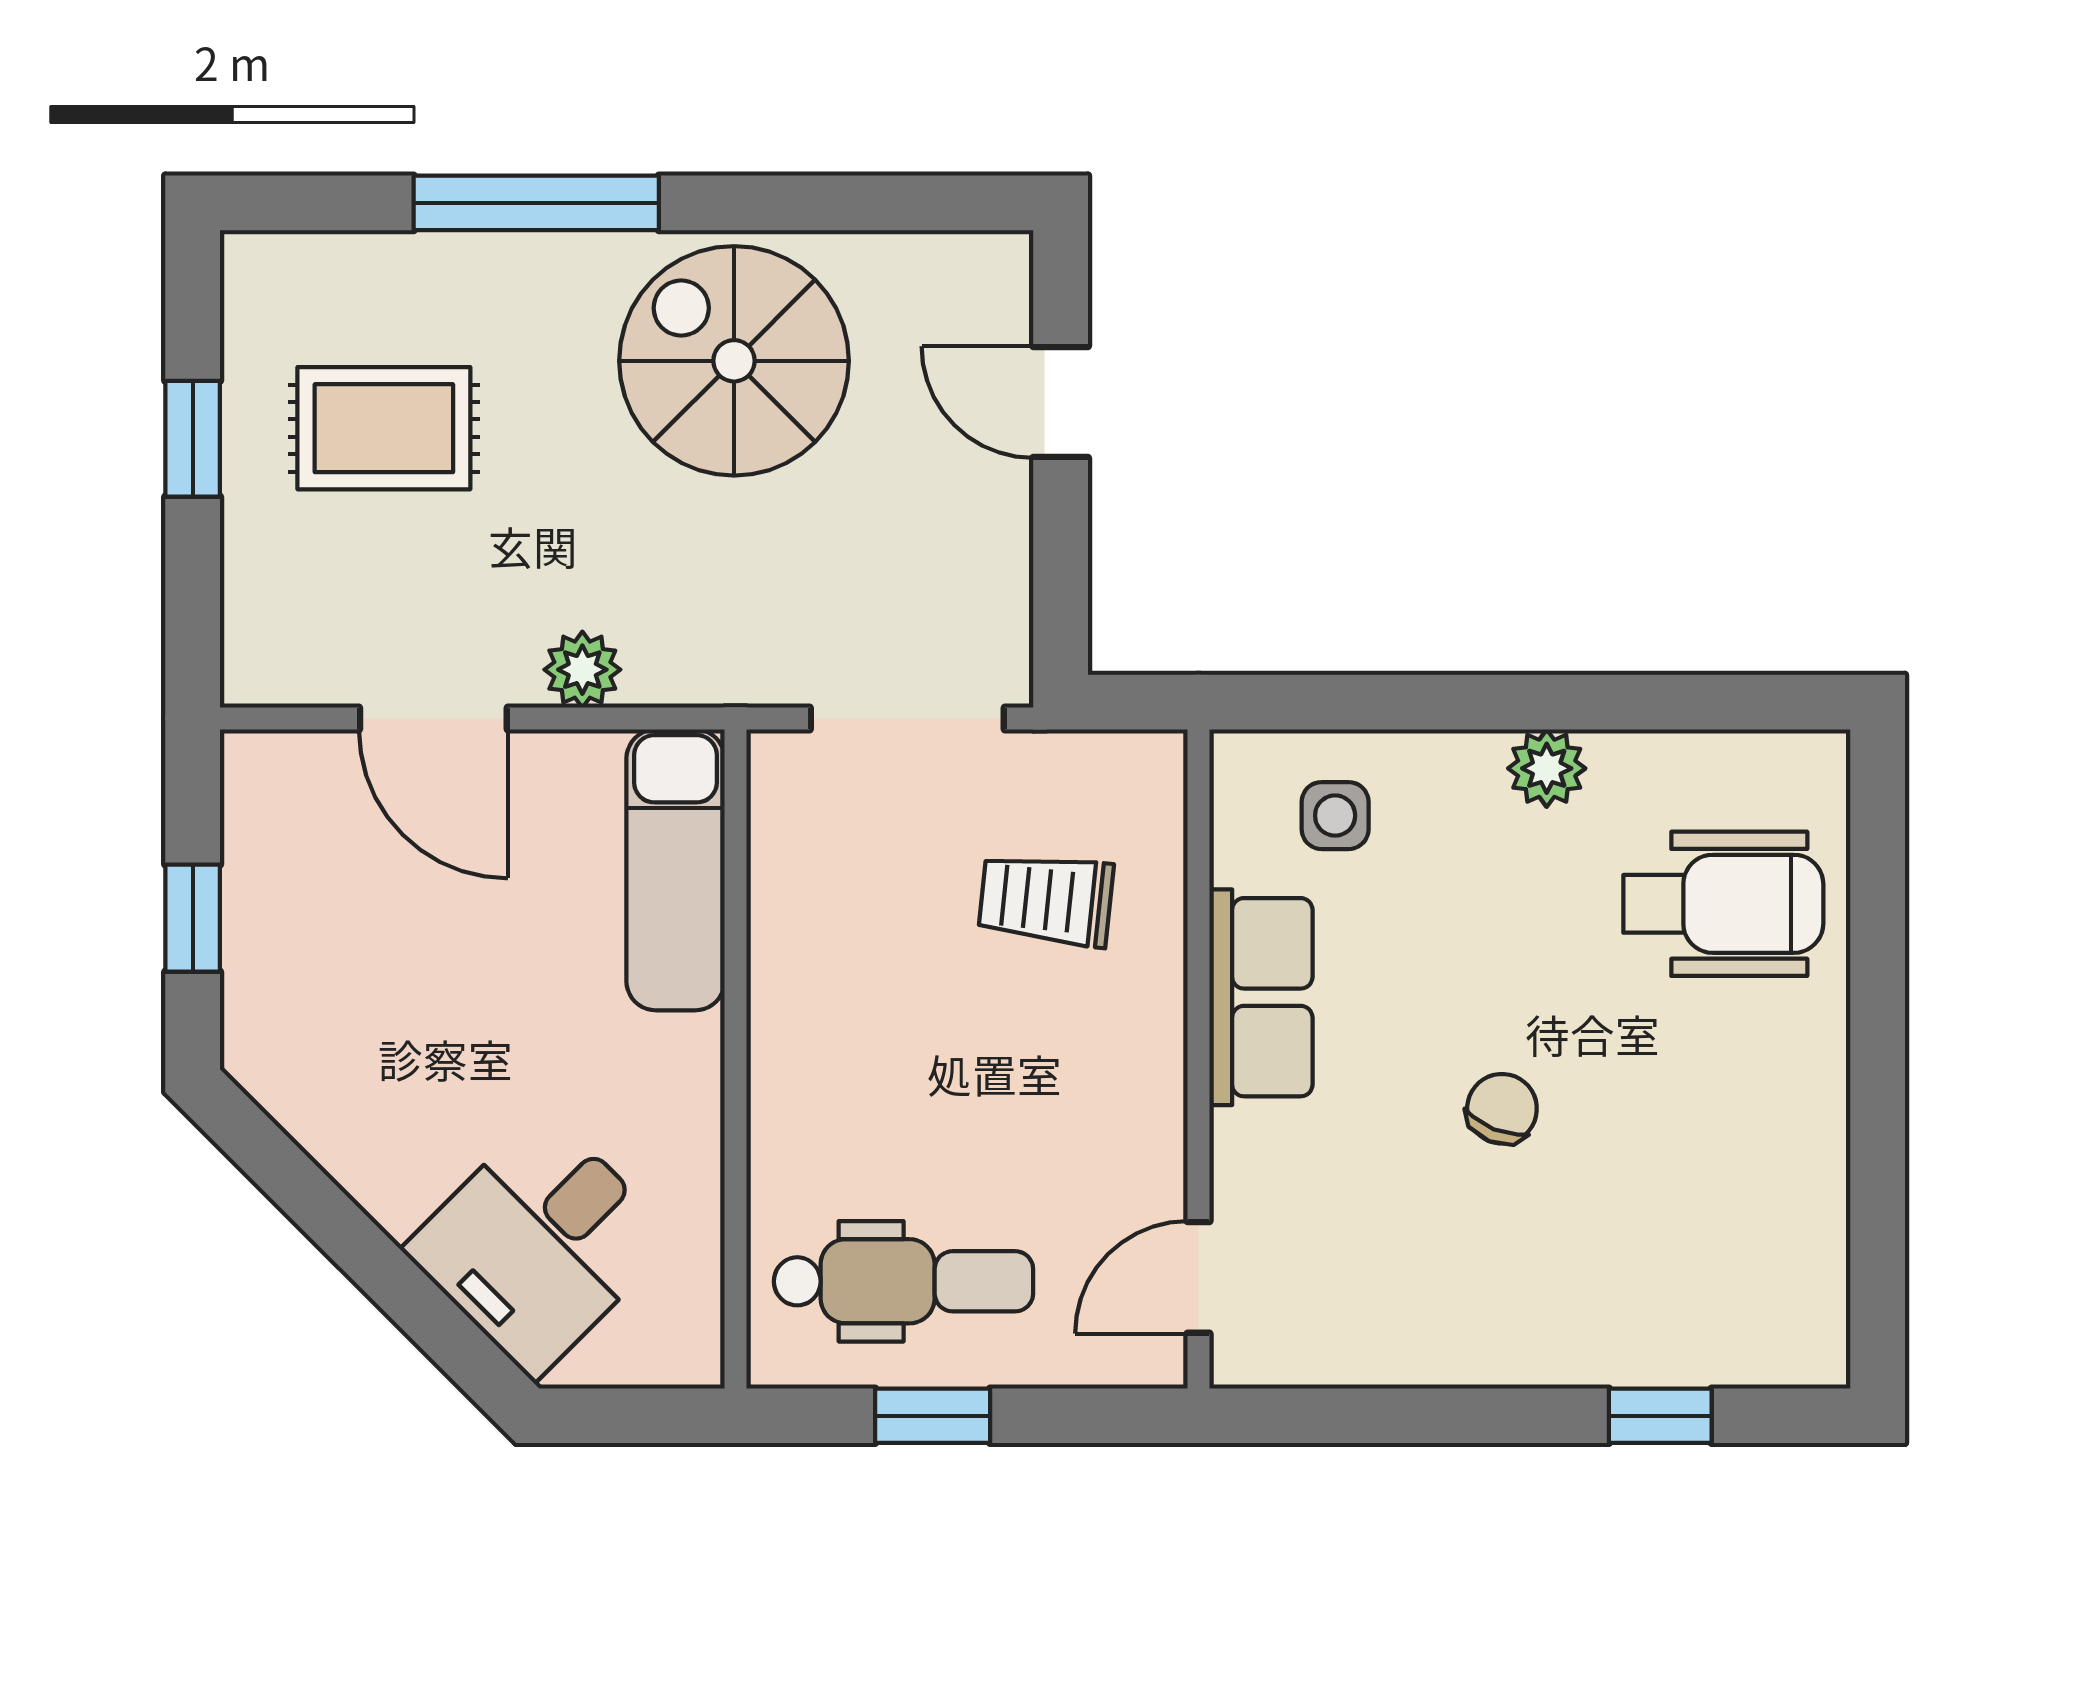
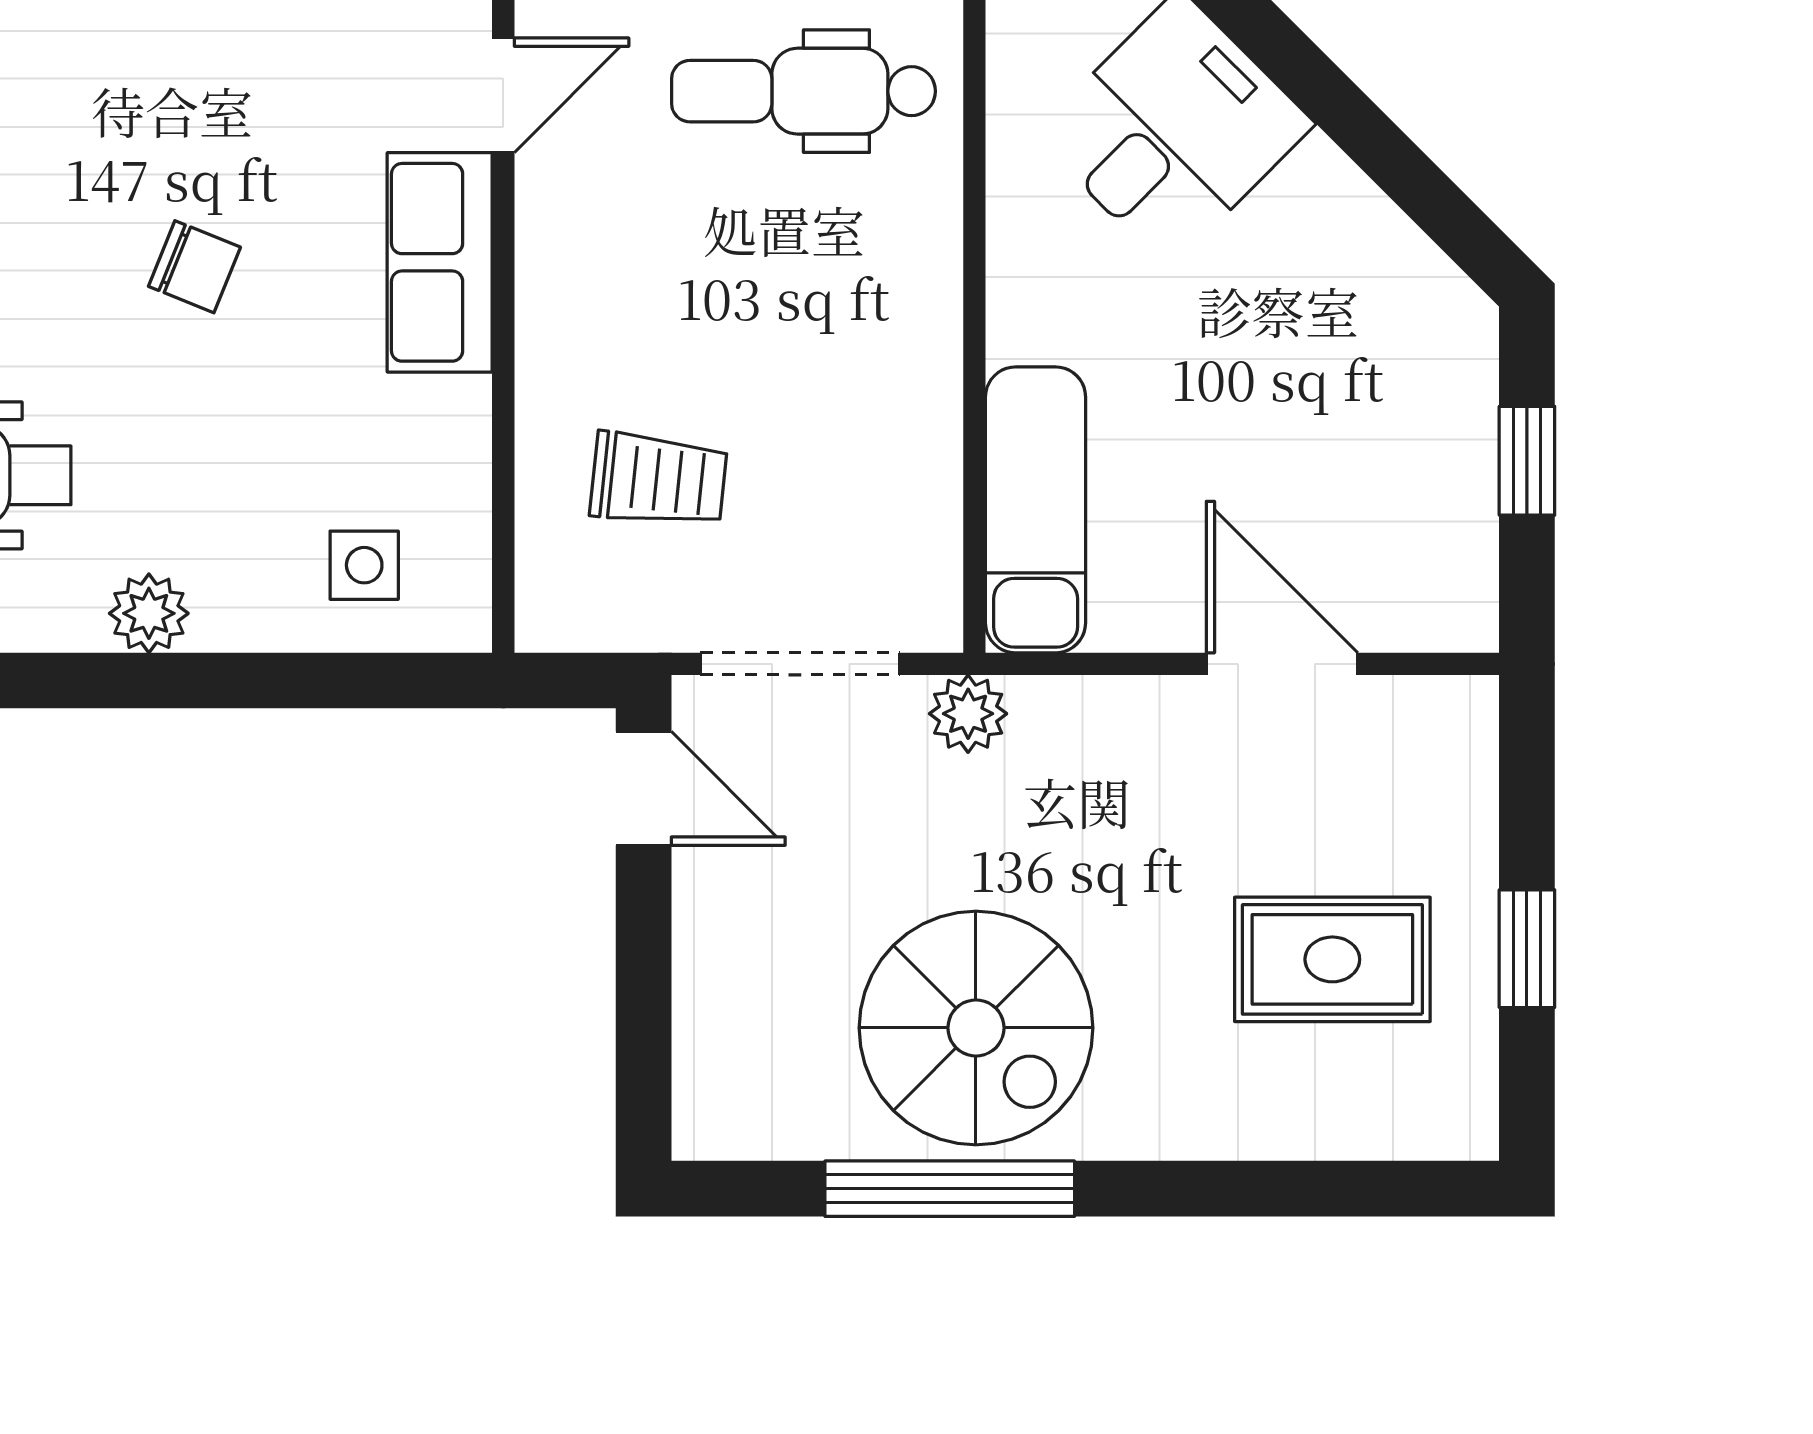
window: (536, 203) -> (950, 1189), moved
door: (1061, 402) -> (644, 788), moved
plant: (582, 670) -> (968, 714), moved
row of seats: (1261, 997) -> (440, 262), moved
chair: (1502, 1109) -> (194, 267), turned -90

